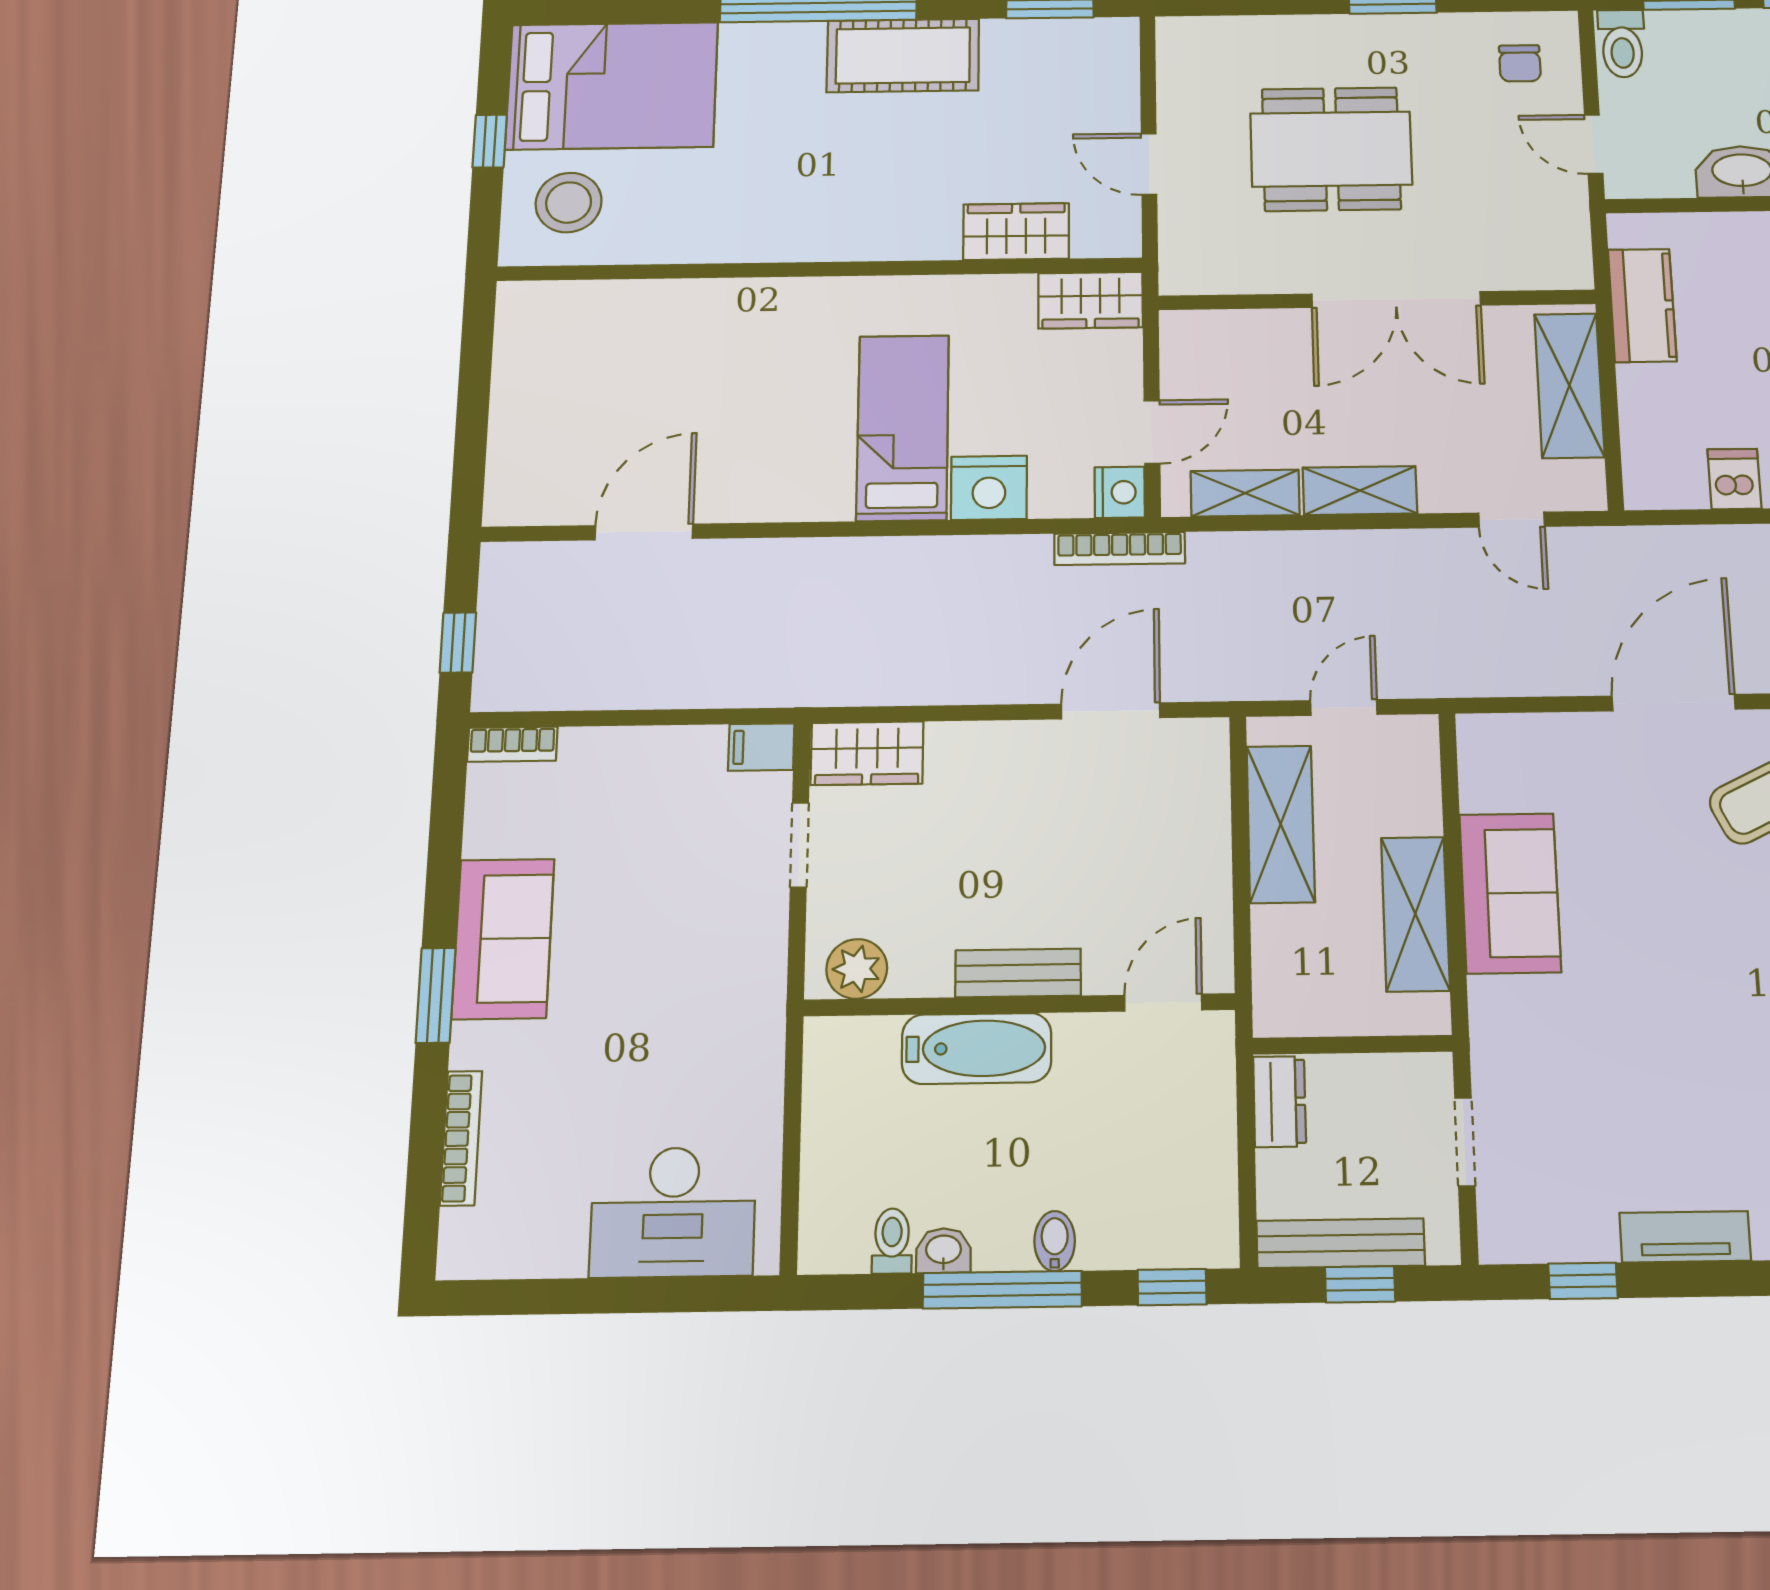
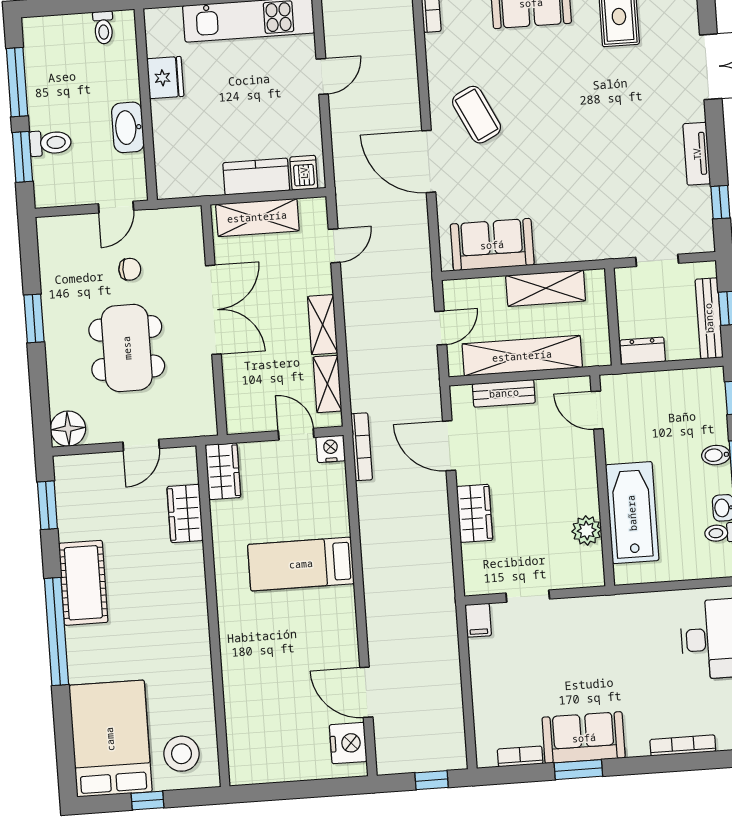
toilet: (1622, 44) -> (50, 143), moved
floor lamp: (1188, 45) -> (68, 429), added
chair: (1520, 63) -> (130, 269), moved
kitchen counter: (1642, 305) -> (256, 177), moved
dishwasher: (1734, 479) -> (304, 173), moved, turned 90
nightstand: (989, 488) -> (348, 743), moved
door: (1344, 707) -> (441, 328), swing flipped
bookcase: (512, 744) -> (520, 756), moved, turned -90
wardrobe: (867, 753) -> (474, 513), moved
shelving: (1281, 824) -> (522, 356), width x1.47
sofa: (1510, 893) -> (492, 245), moved
plant: (857, 969) -> (587, 530), moved
bench: (1018, 973) -> (504, 393), moved, turned 90
window: (436, 995) -> (578, 770), moved
bathtub: (977, 1048) -> (632, 513), width x1.36, depth x1.36

